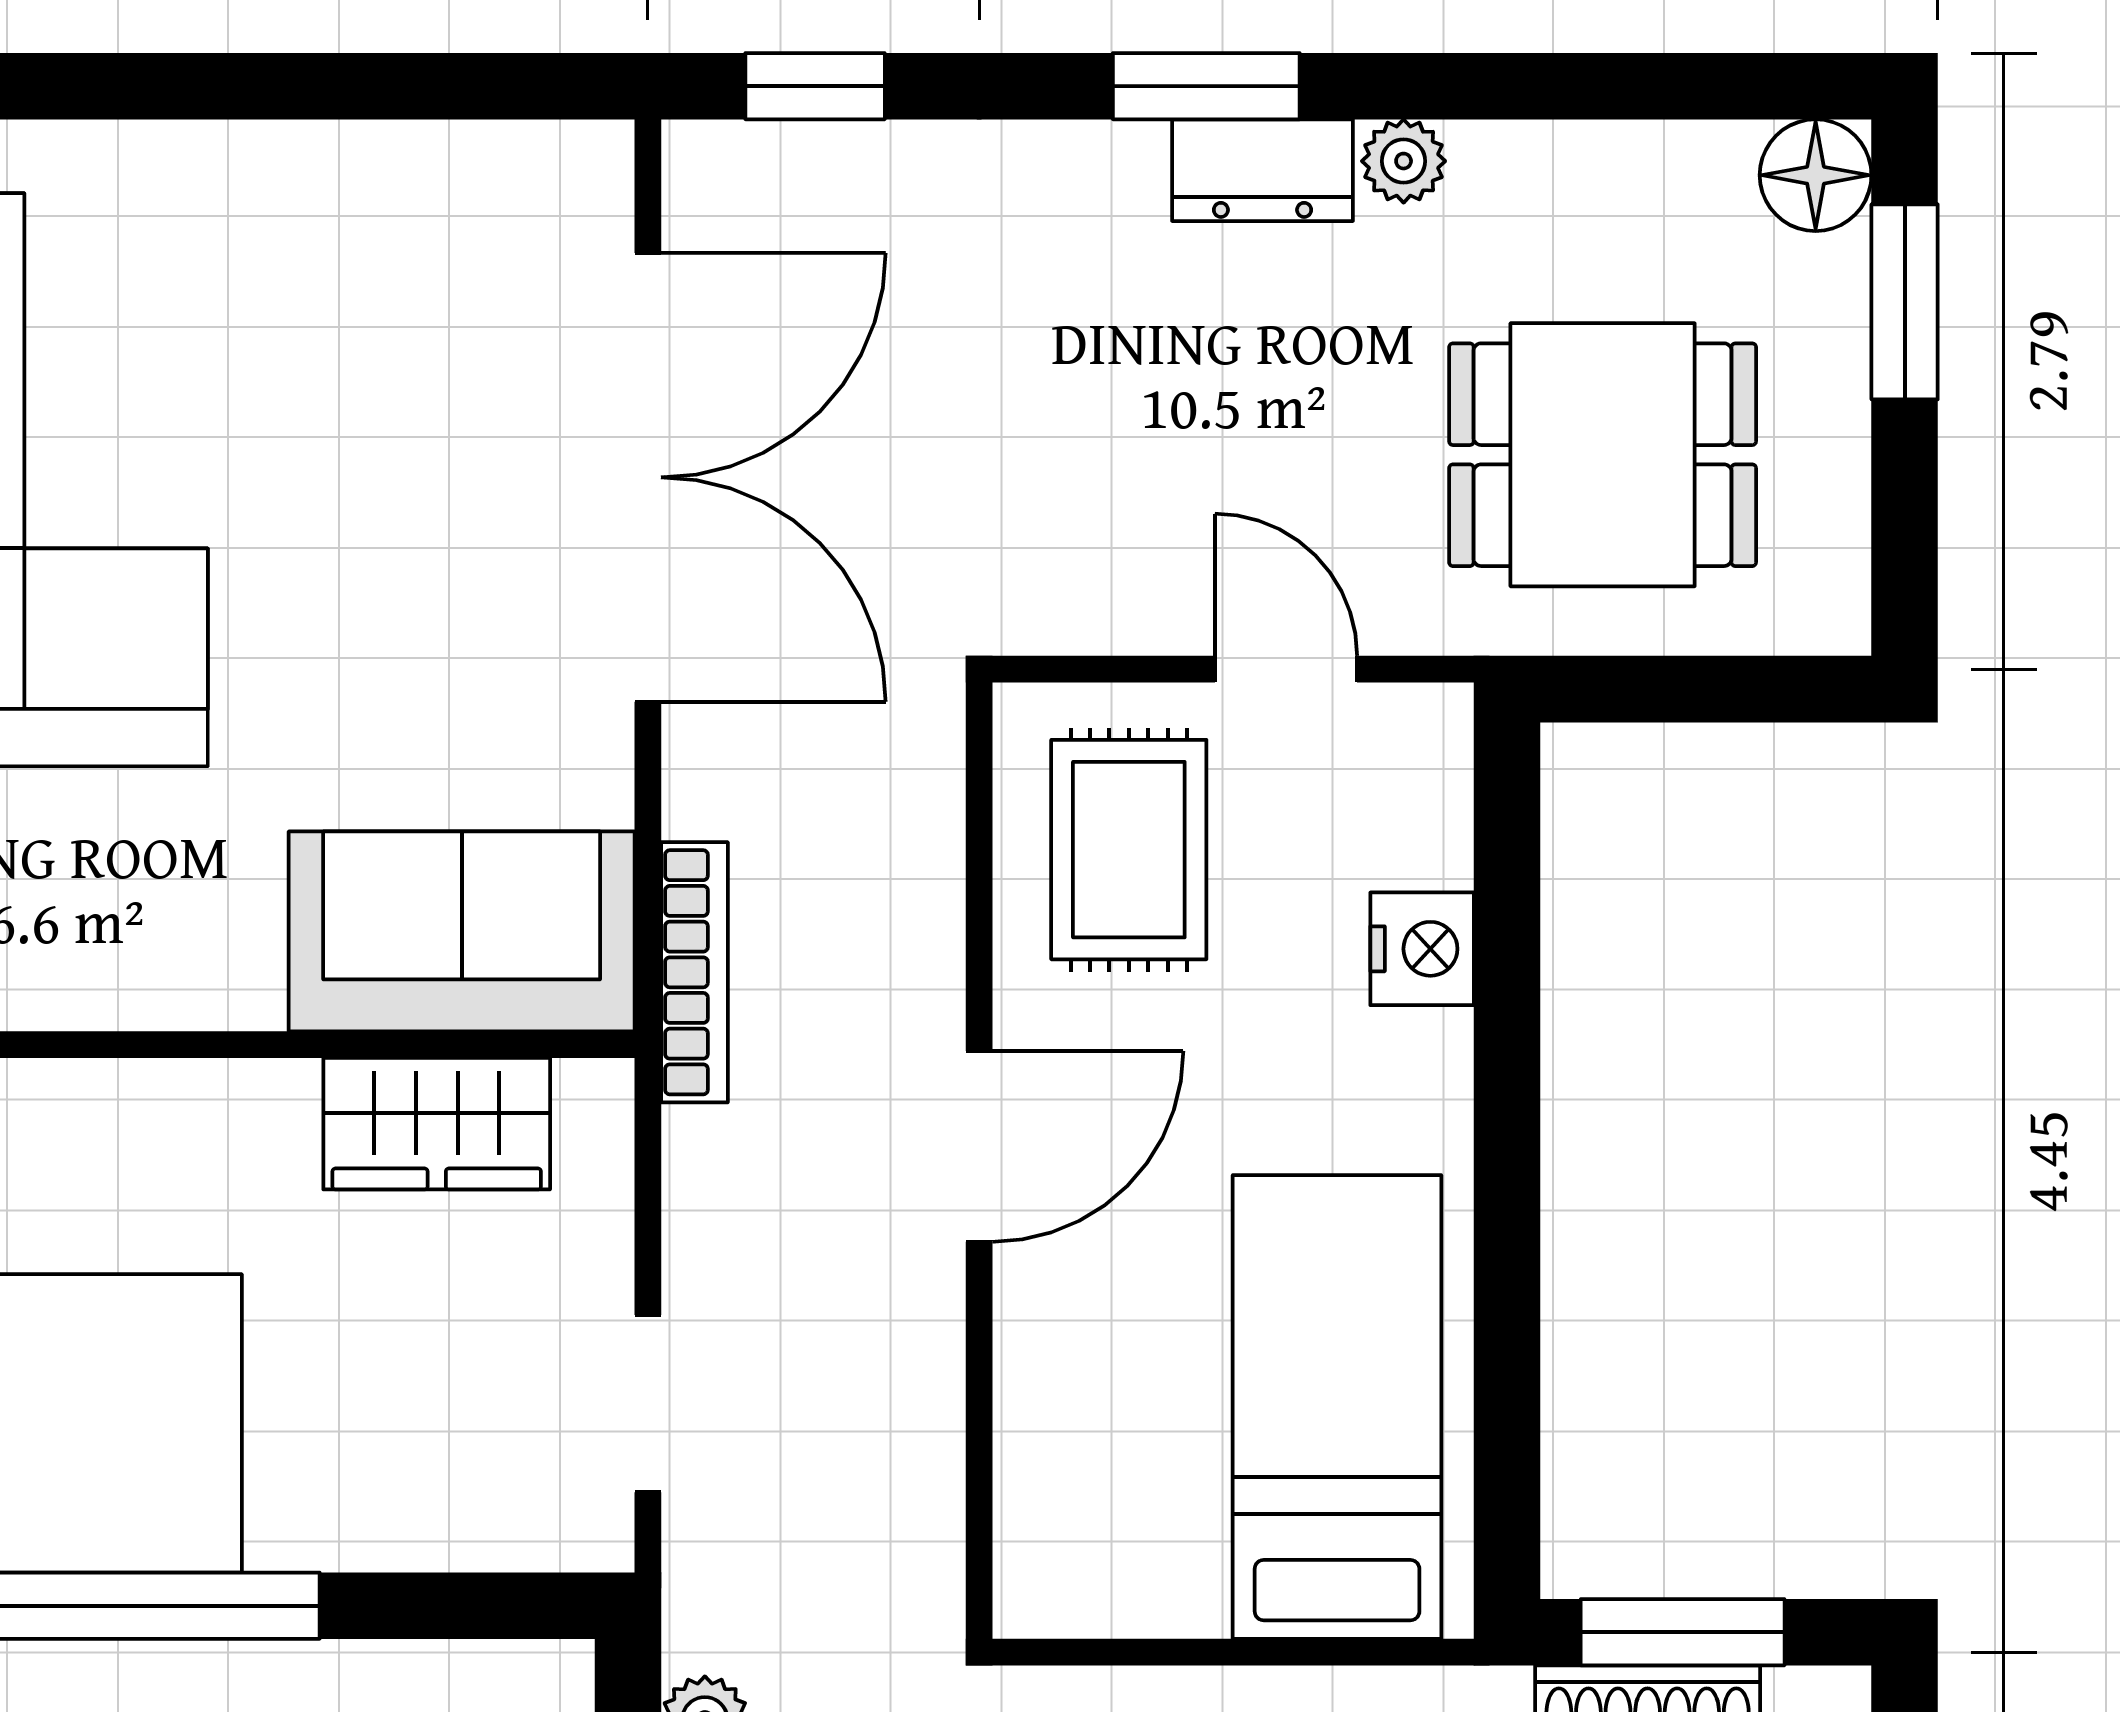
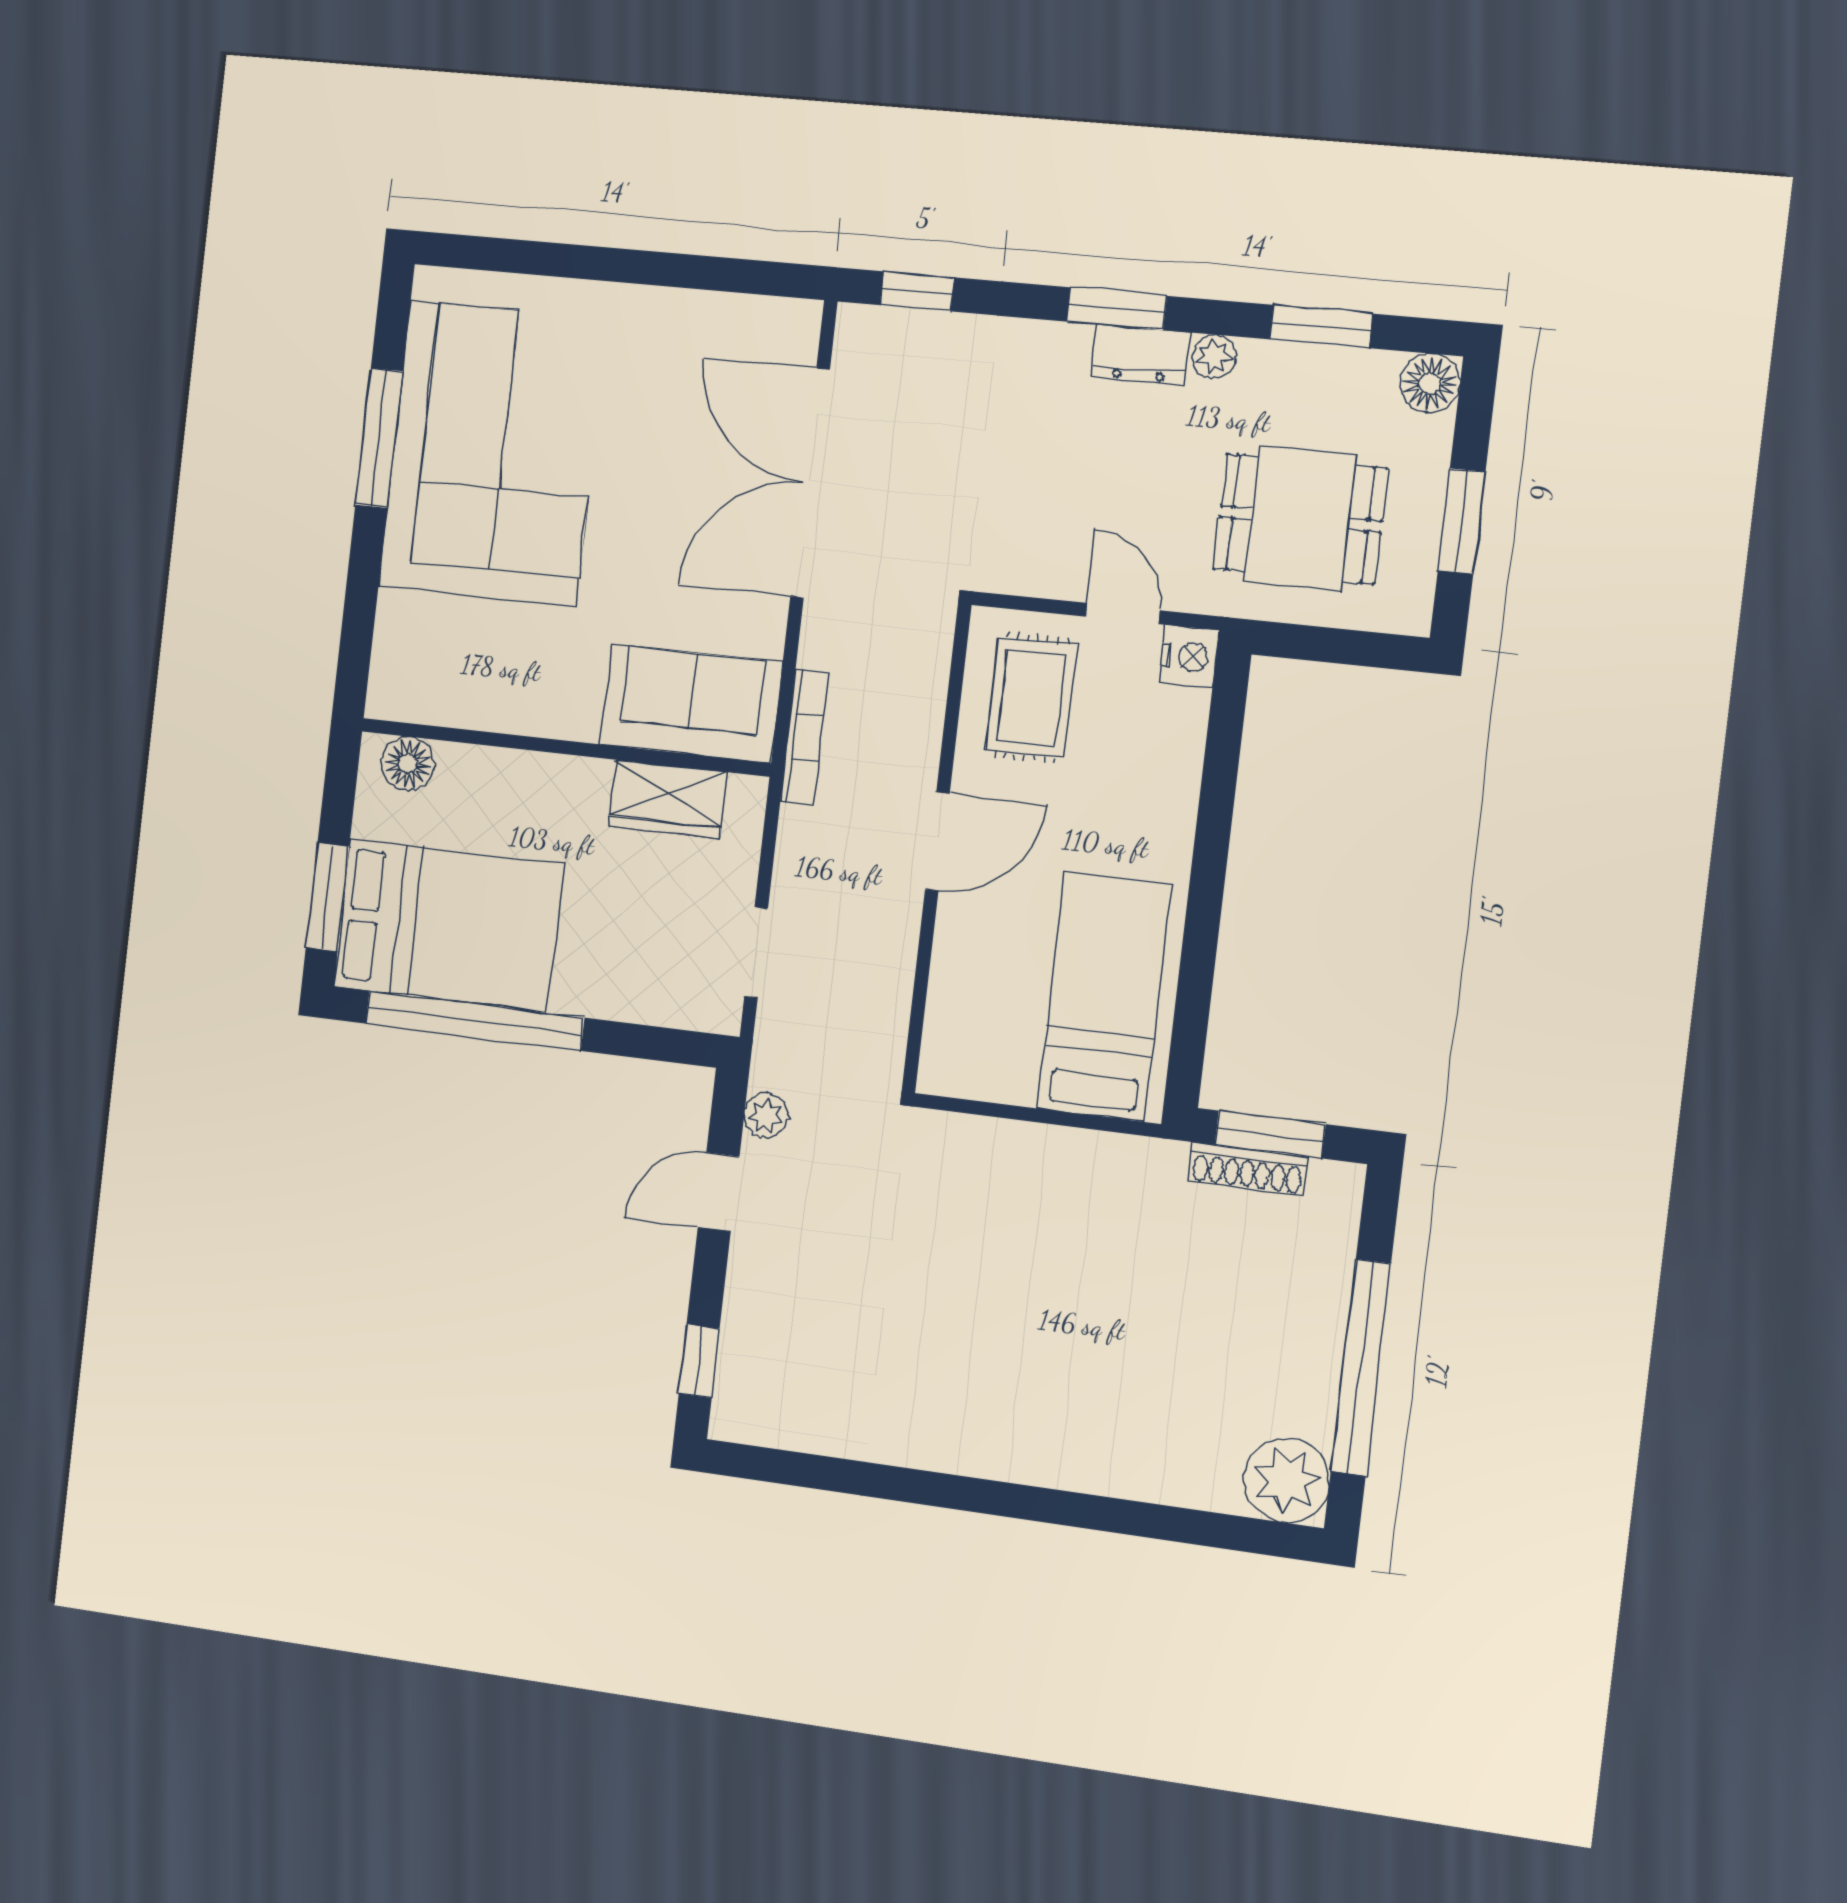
window: (1599, 86) -> (1321, 327), added
window: (1905, 302) -> (1462, 521), moved
double door: (648, 477) -> (810, 483), swing flipped
nightstand: (1422, 949) -> (1189, 657), moved

